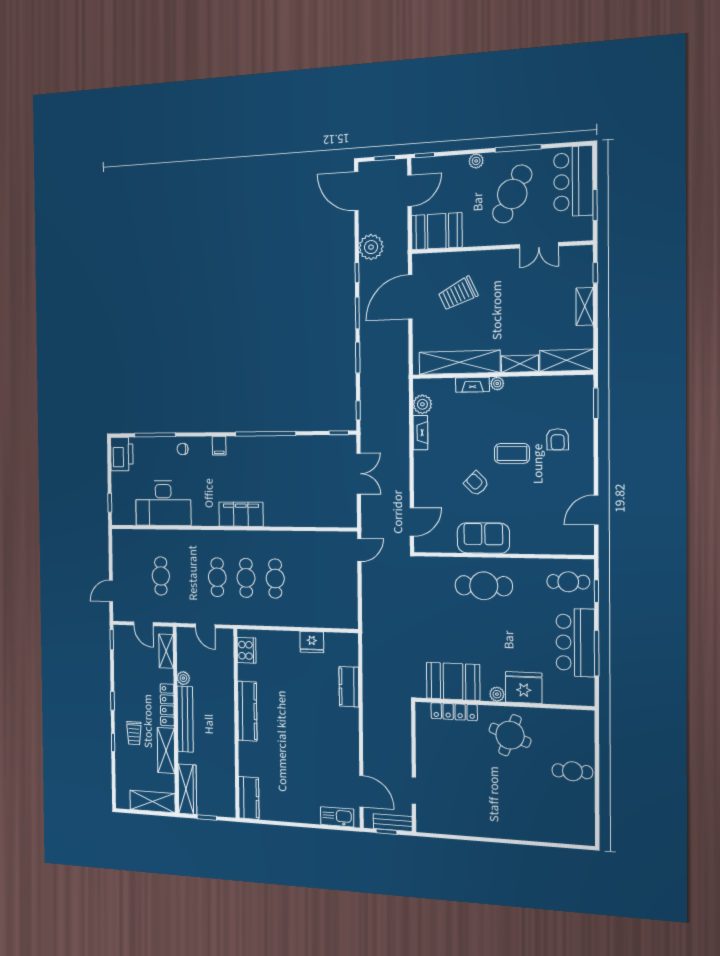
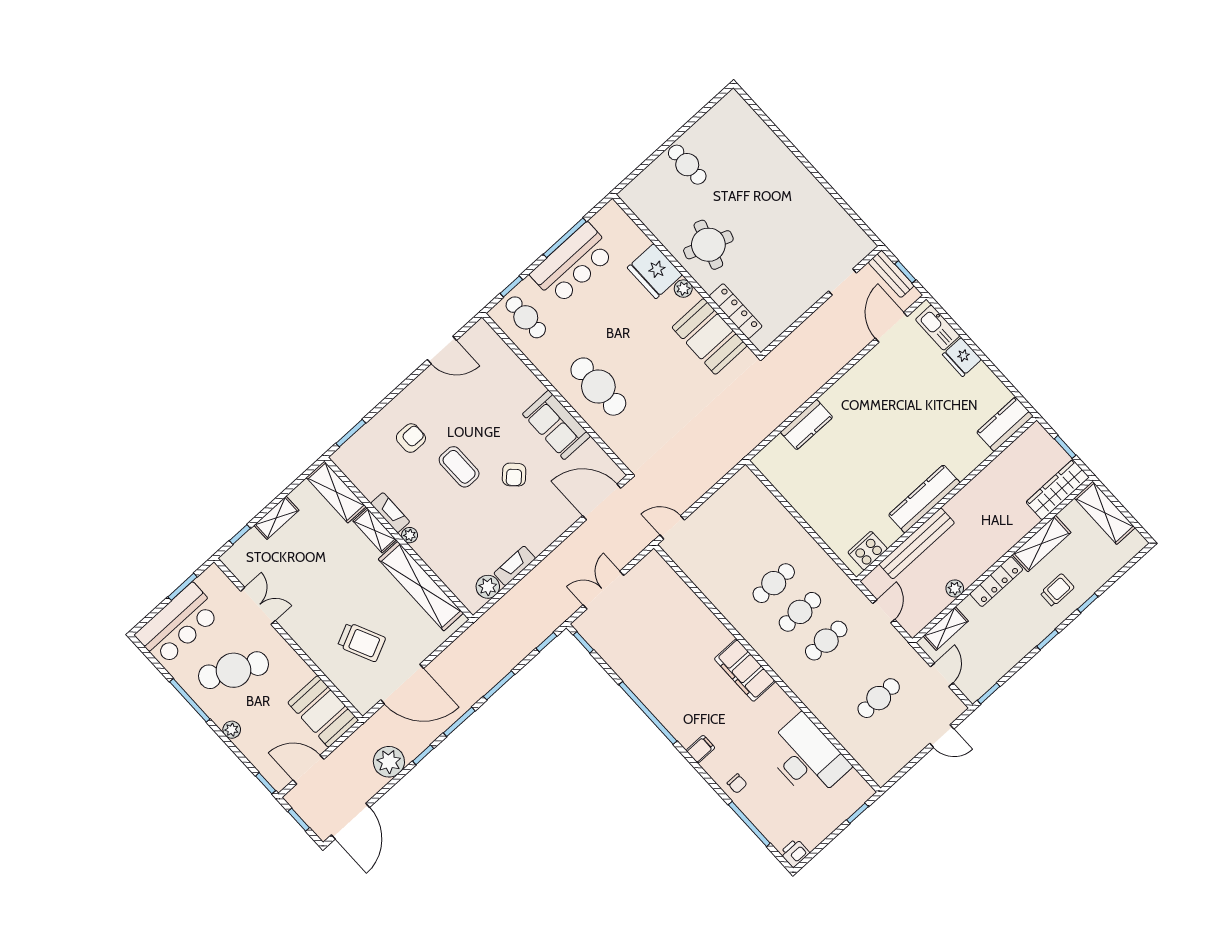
fireplace: (472, 385) -> (390, 513), moved
printer: (122, 454) -> (795, 853), width x0.53, depth x0.68
door: (412, 522) -> (602, 502), width x1.36
fridge: (312, 642) -> (962, 357), moved, turned 180
bench: (185, 719) -> (917, 543), moved

